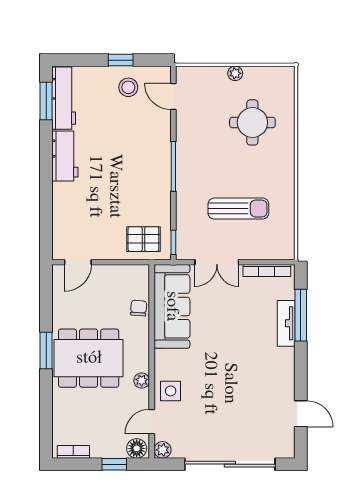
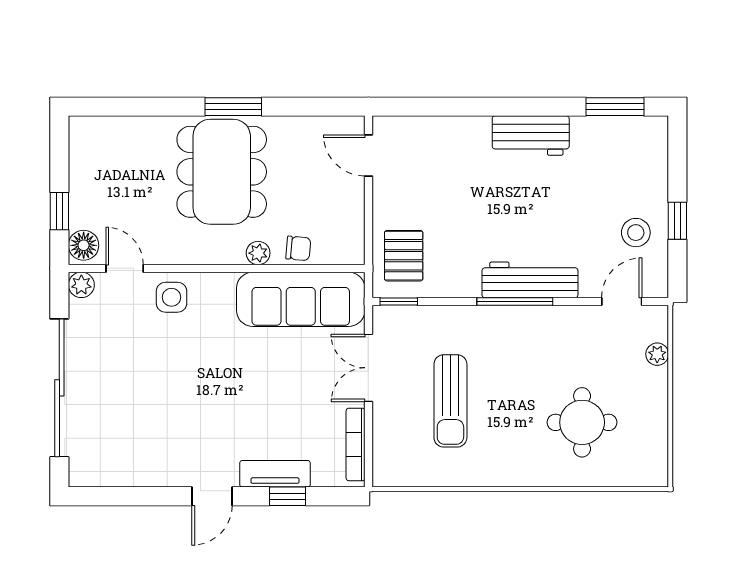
plant: (235, 73) -> (657, 354), moved
workbench: (64, 98) -> (530, 280), moved, turned 180
window: (301, 315) -> (287, 496), width x0.46
plant: (142, 381) -> (258, 253), moved
door: (301, 414) -> (212, 496), moved
bookcase: (73, 452) -> (78, 148), removed

